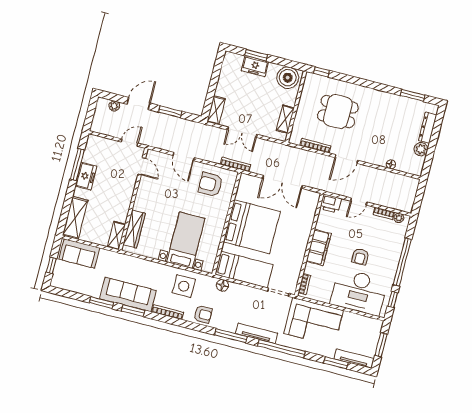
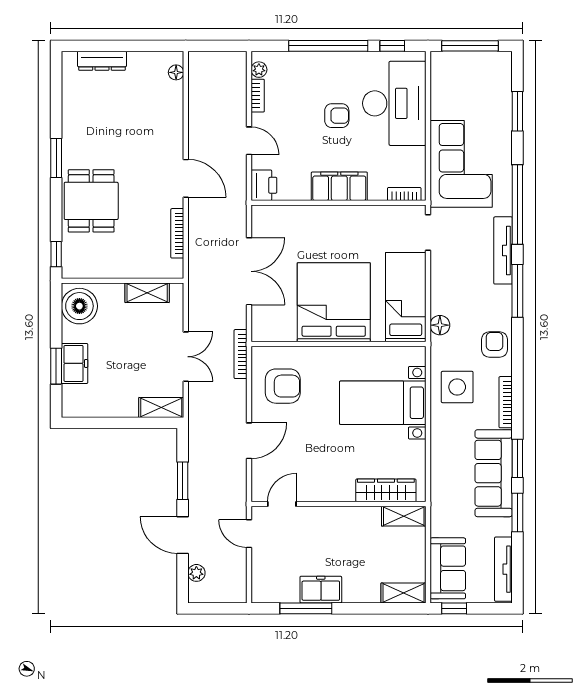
window: (412, 95) -> (56, 158), moved
dining table: (338, 112) -> (91, 201), moved
plant: (421, 149) -> (139, 62), removed
floor lamp: (391, 164) -> (176, 72), moved
armchair: (210, 184) -> (283, 386), turned -90
shelving: (75, 218) -> (403, 593), width x0.67, depth x0.75
window: (51, 265) -> (454, 608), moved
window: (381, 345) -> (470, 46), width x1.44
tv unit: (354, 359) -> (503, 569), moved

